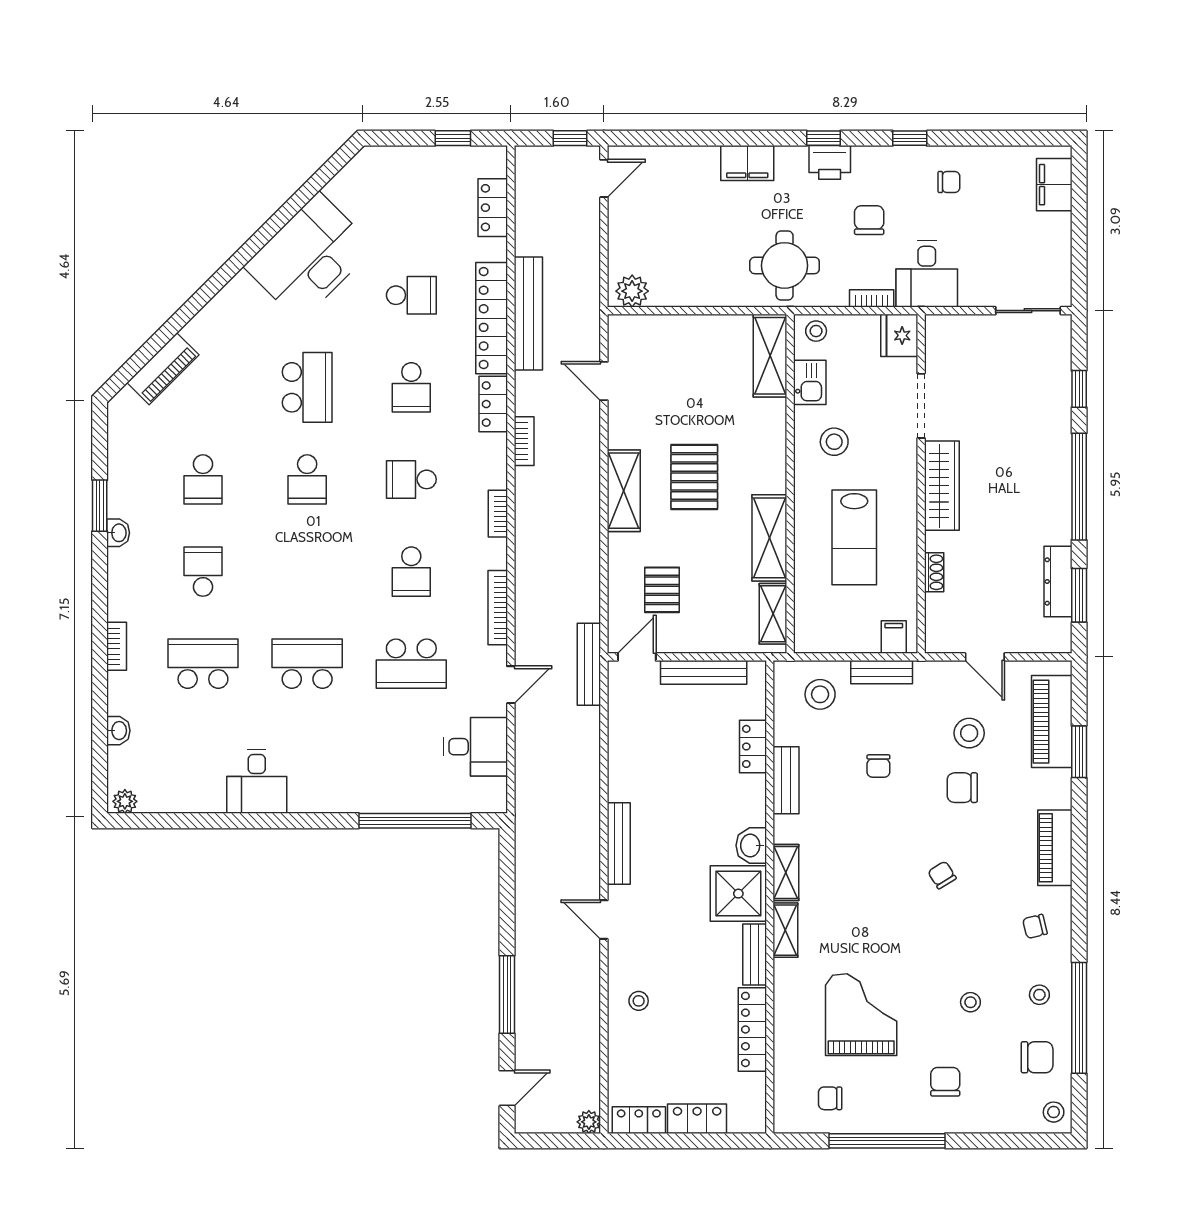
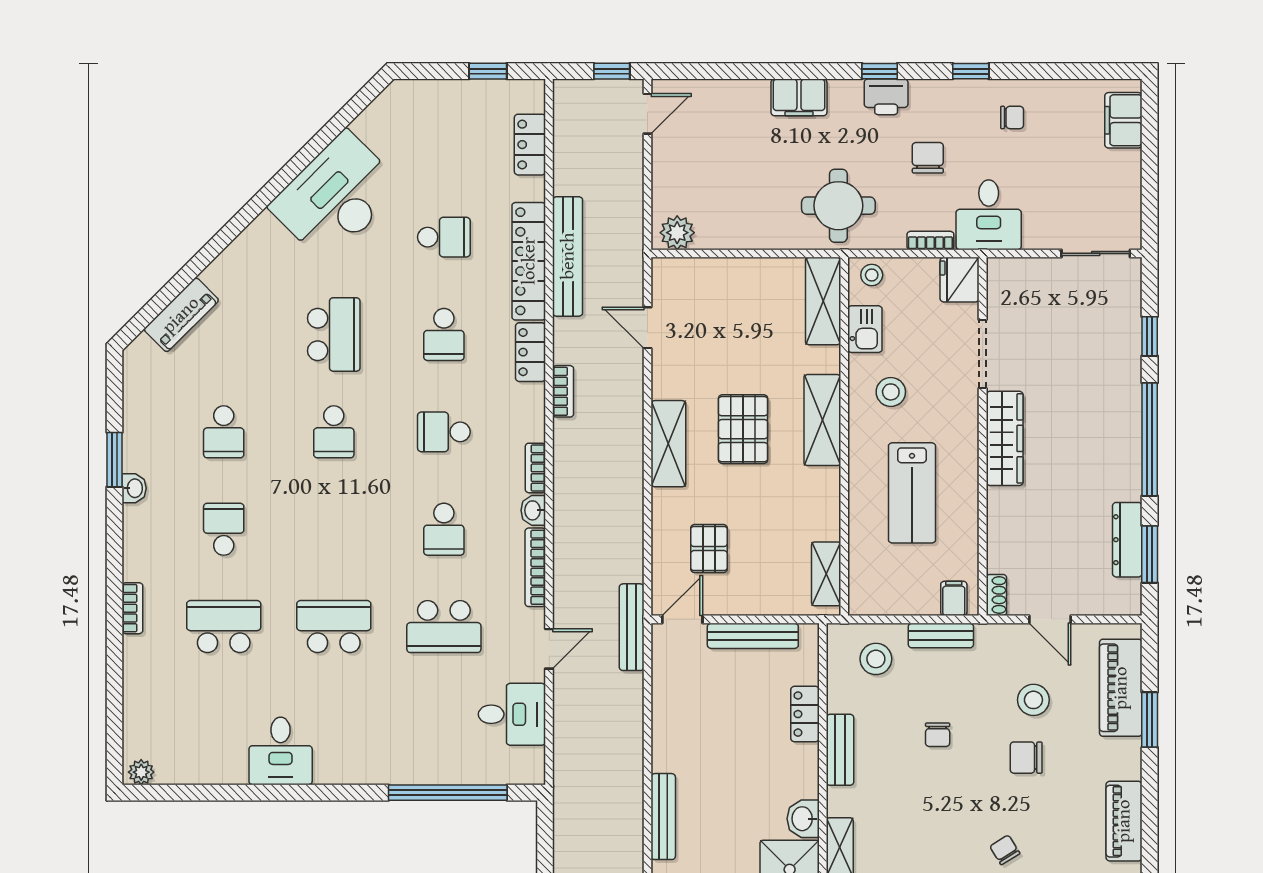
shelving: (769, 538) -> (822, 420), moved
shoe rack: (934, 572) -> (996, 595), moved
washbasin: (118, 731) -> (533, 510), moved, turned 180

